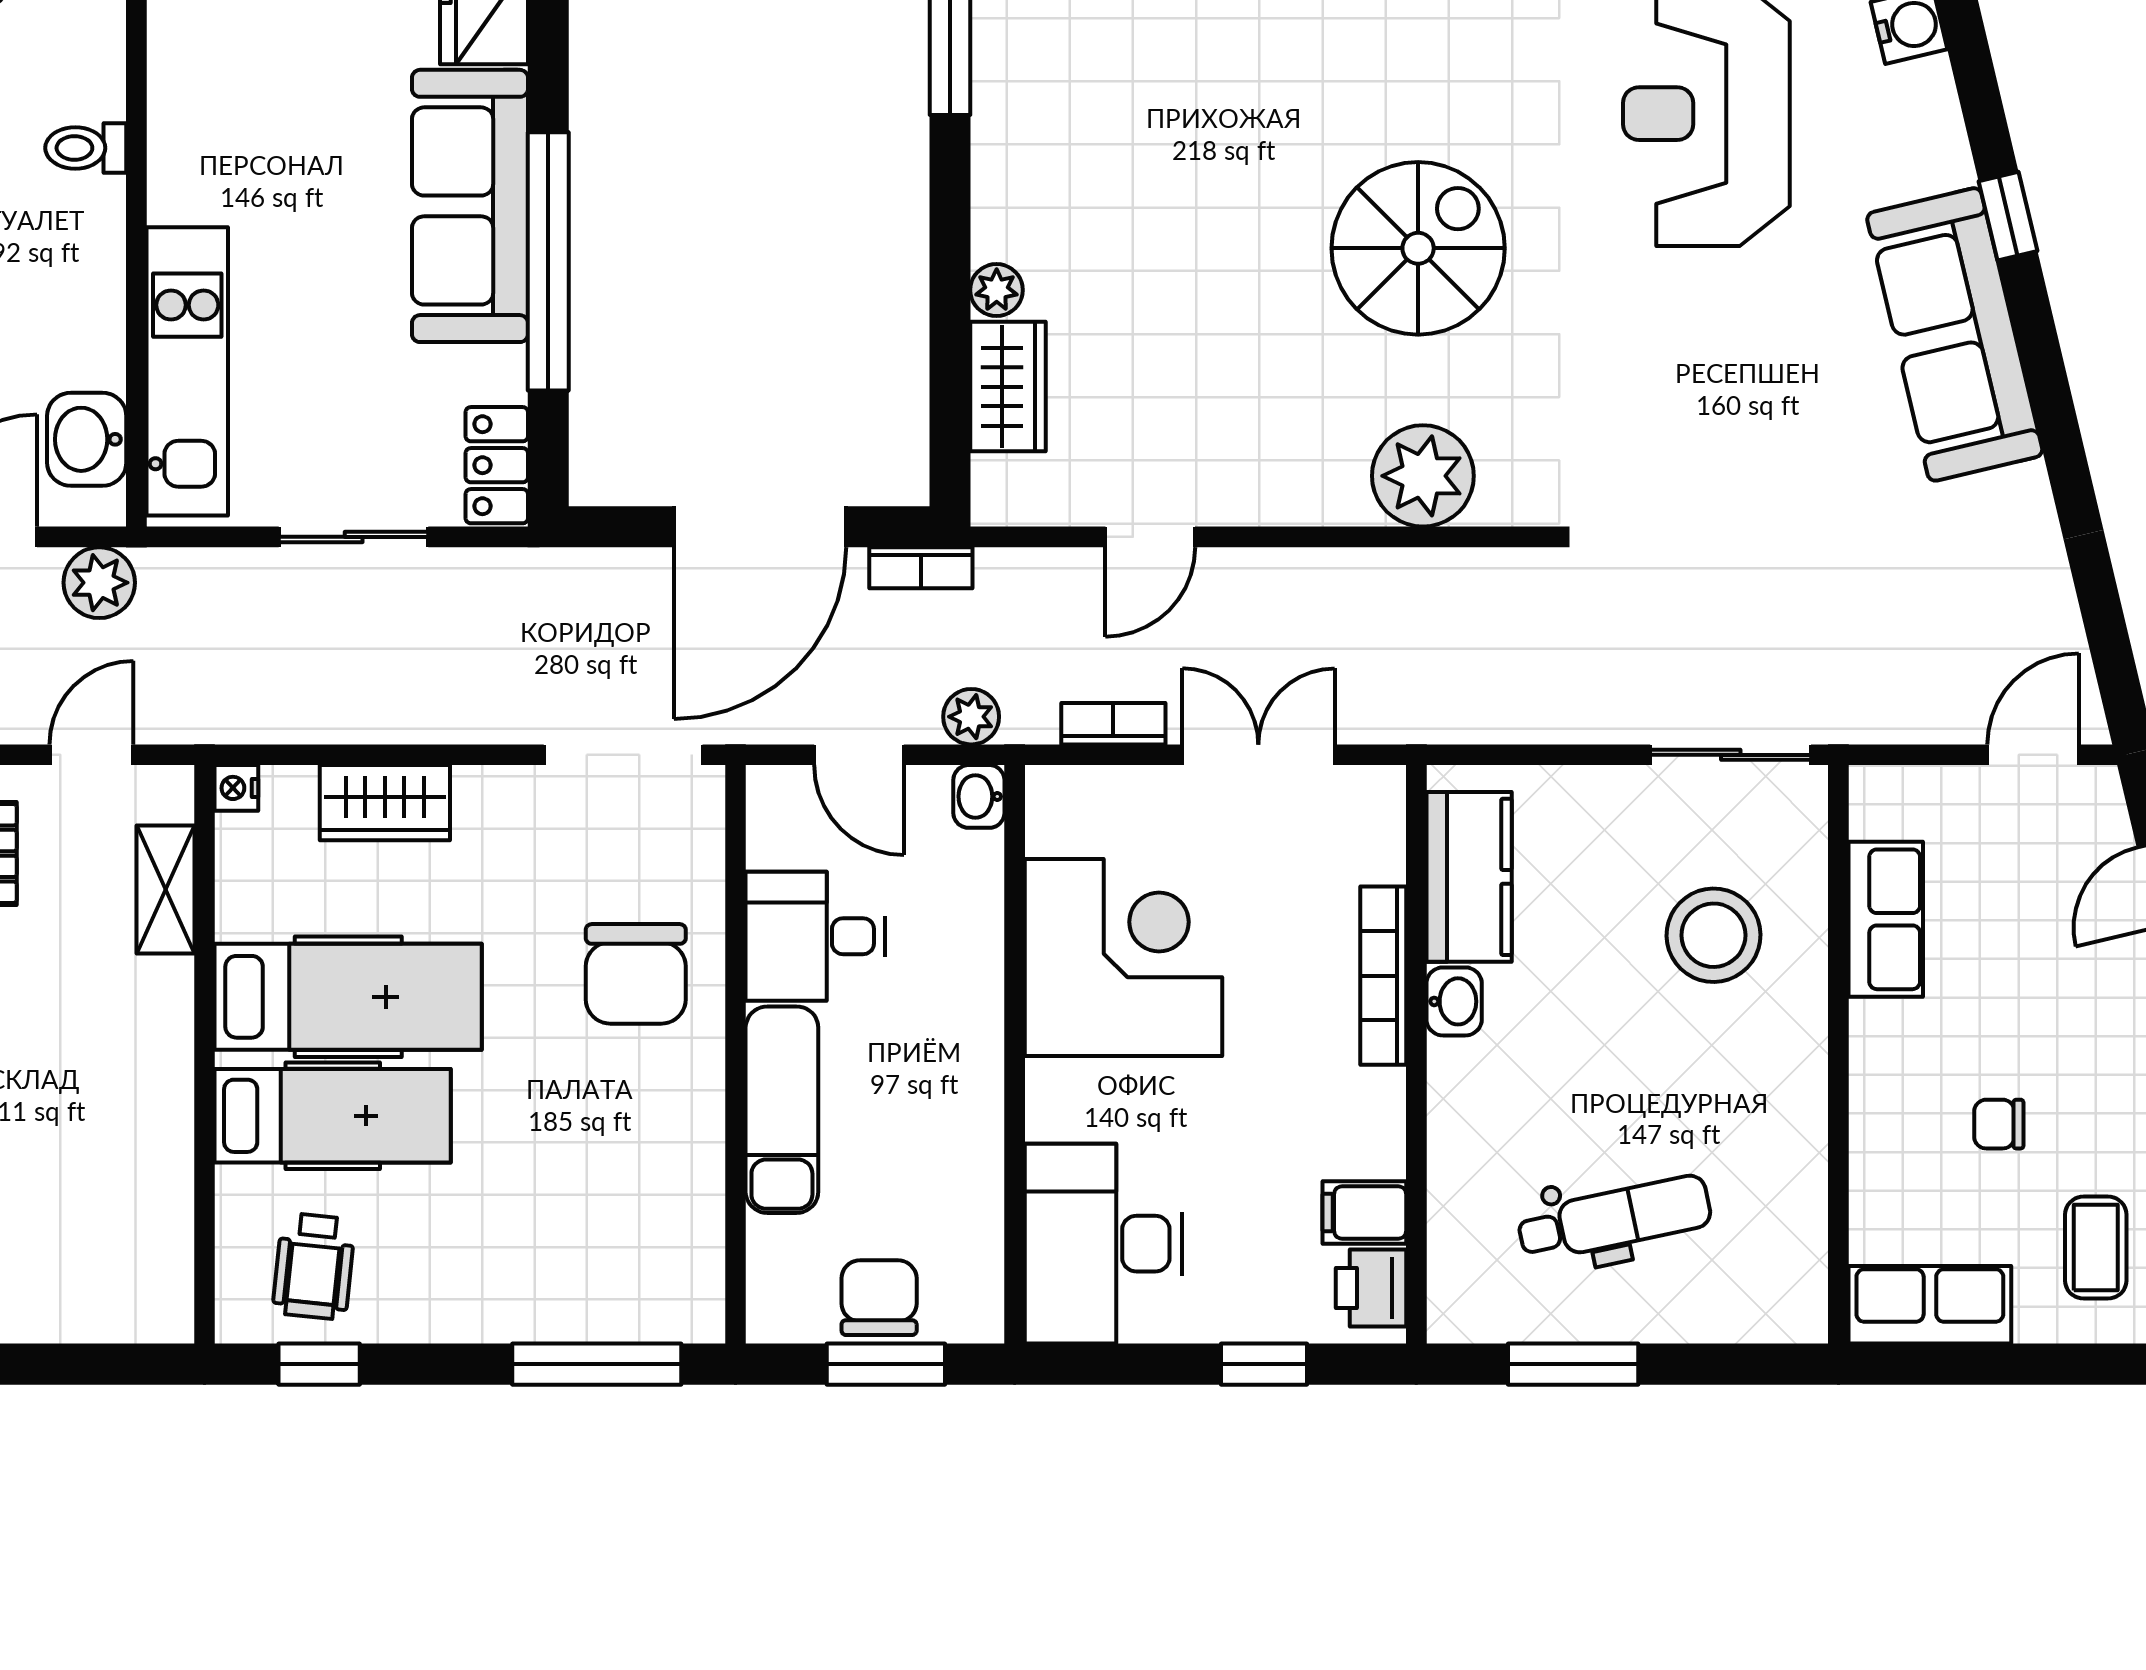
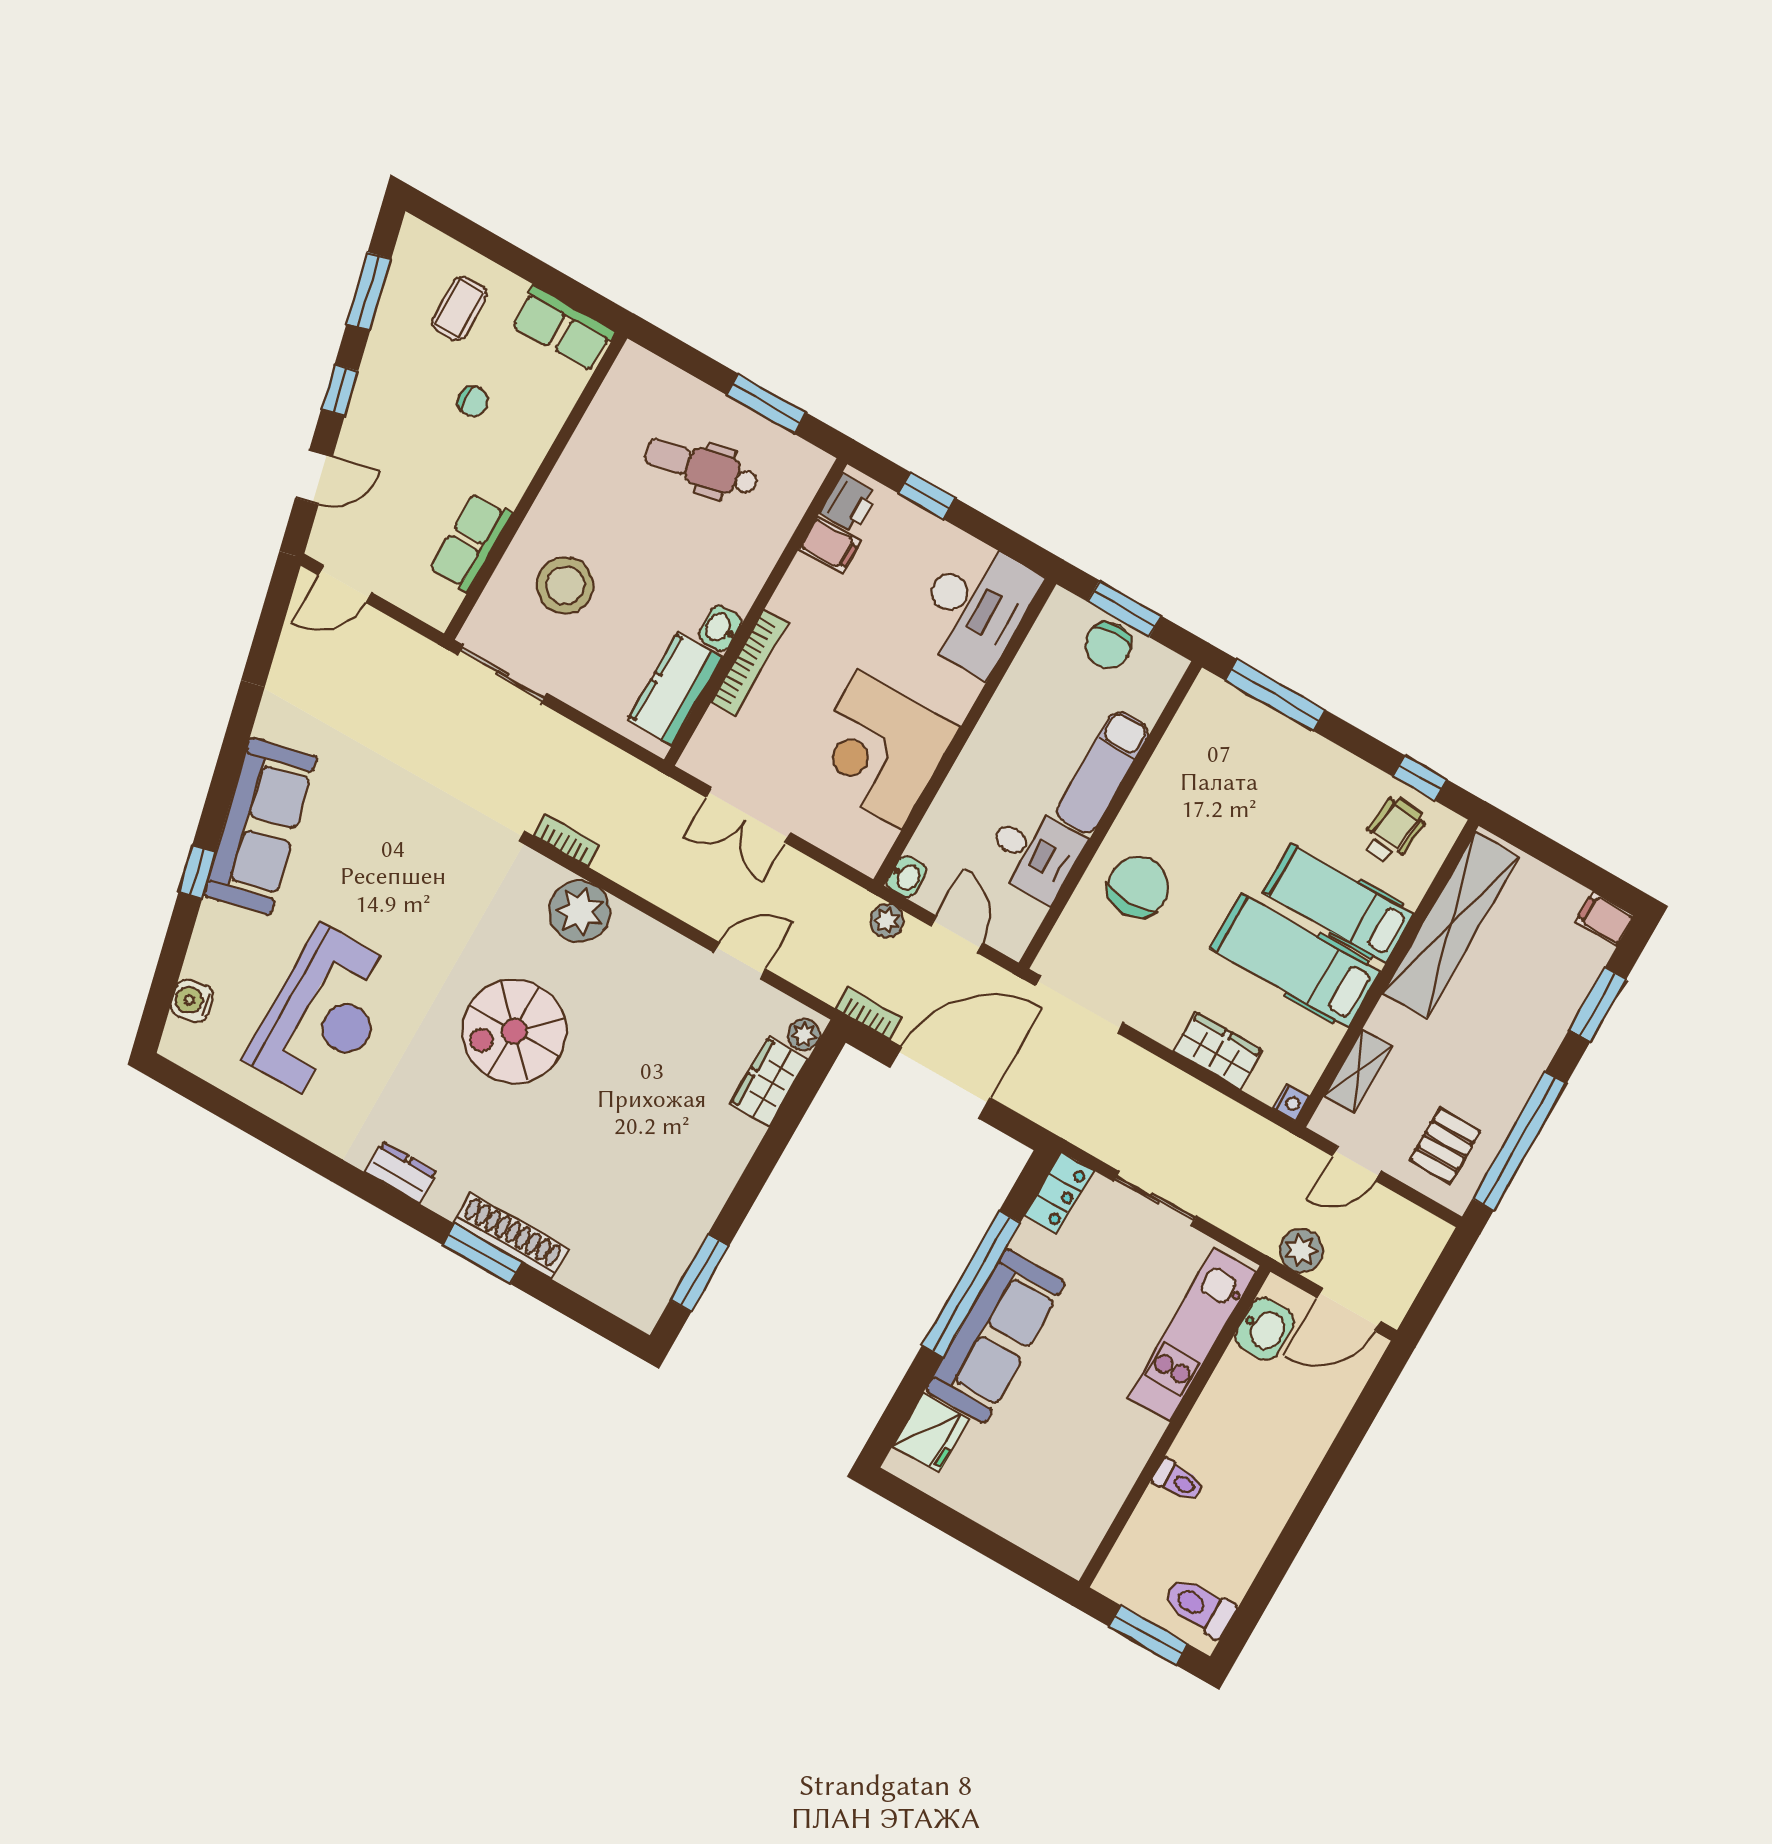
plant: (997, 290) -> (804, 1035), moved
bookcase: (1113, 724) -> (567, 840), moved, turned 180
shelving: (152, 1177) -> (1451, 925), added

